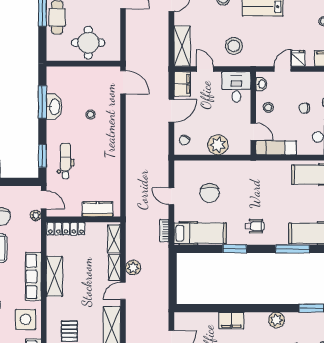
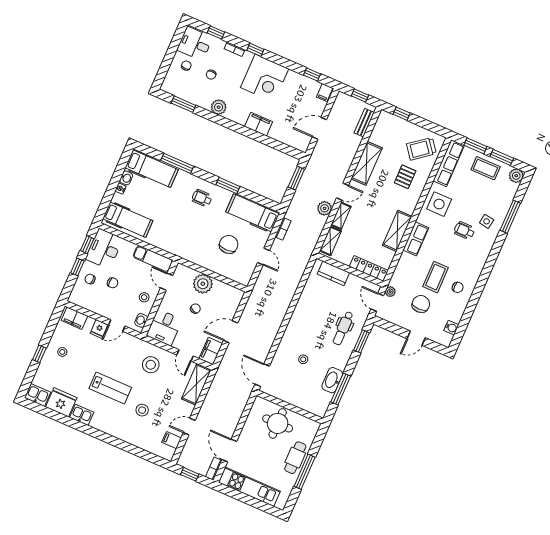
chair: (184, 140) -> (195, 309), moved
row of seats: (33, 276) -> (416, 239), width x0.68
window: (173, 285) -> (296, 178), added

